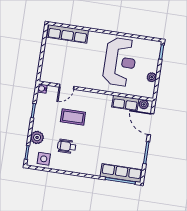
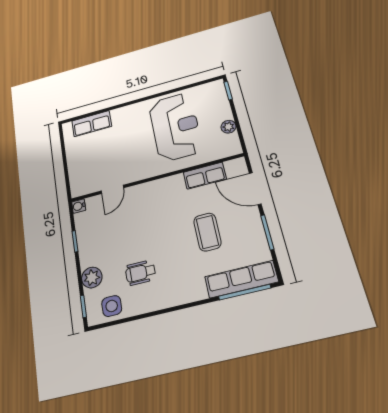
row of seats: (68, 34) -> (92, 124), width x0.68
plant: (144, 104) -> (233, 166), removed
coffee table: (73, 117) -> (207, 232), moved, turned 90

